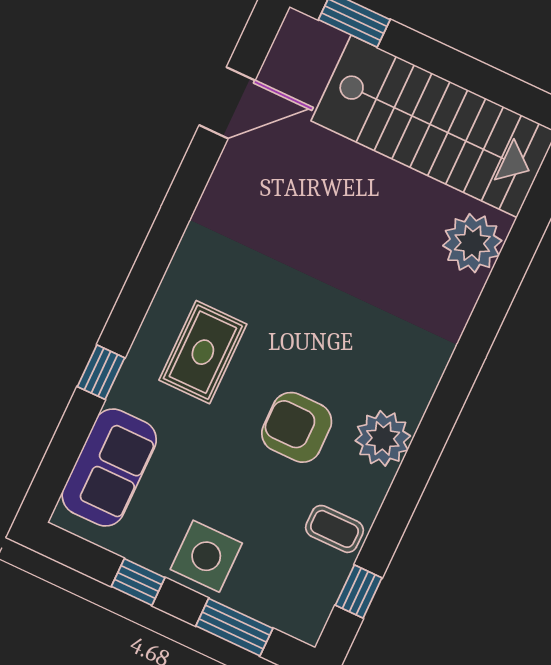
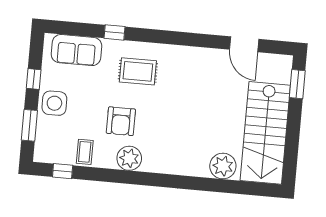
armchair: (297, 427) -> (121, 121), turned 180

